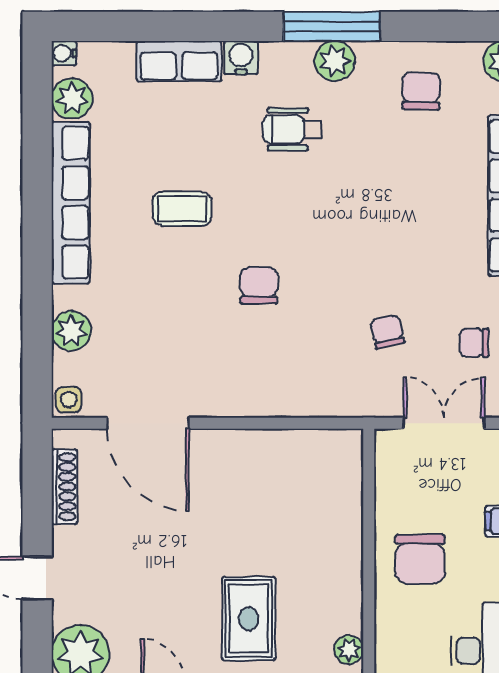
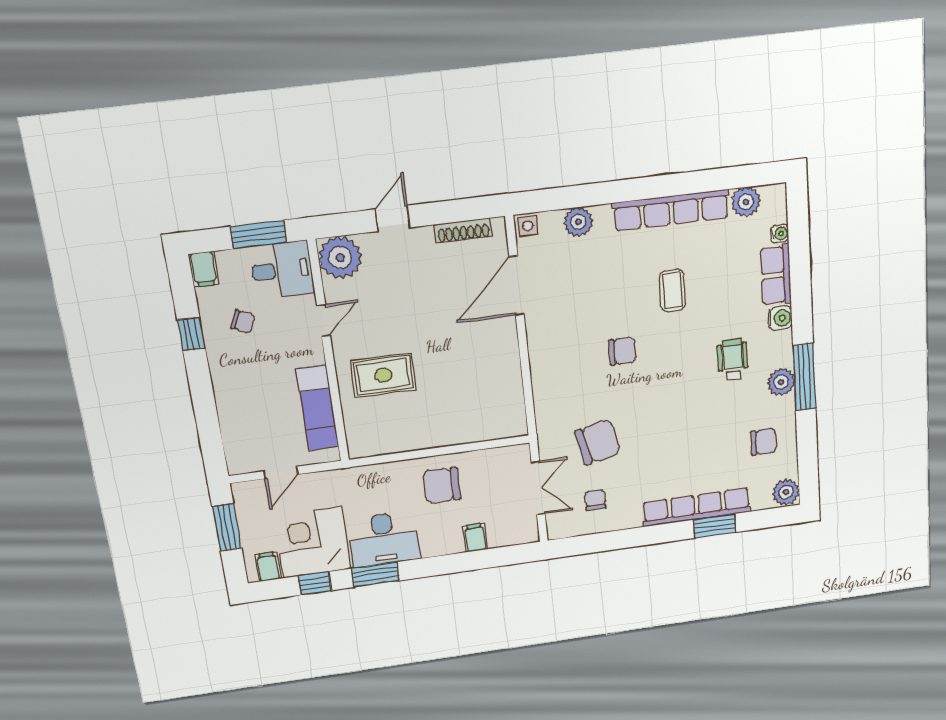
water cooler: (64, 53) -> (780, 234), moved, turned 90
chair: (387, 332) -> (598, 442), width x1.87, depth x1.87
plant: (349, 650) -> (371, 447), removed

